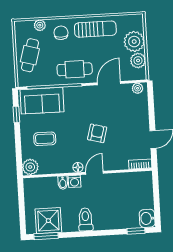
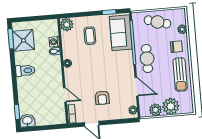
armchair: (97, 133) -> (102, 98), moved, turned 75
door: (95, 173) -> (65, 95), moved
washing machine: (74, 181) -> (54, 42), moved

